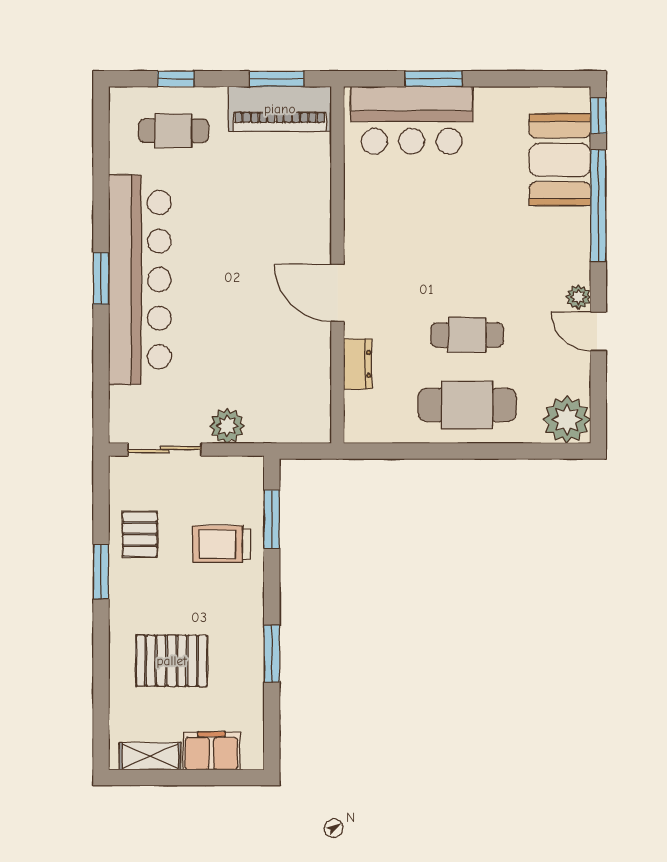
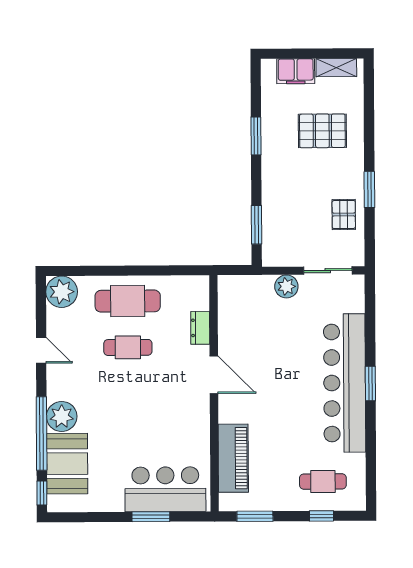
piano: (280, 109) -> (233, 458), moved, turned 90
plant: (578, 297) -> (62, 416), moved, width x1.88, depth x1.88
trolley: (221, 544) -> (290, 208), removed

